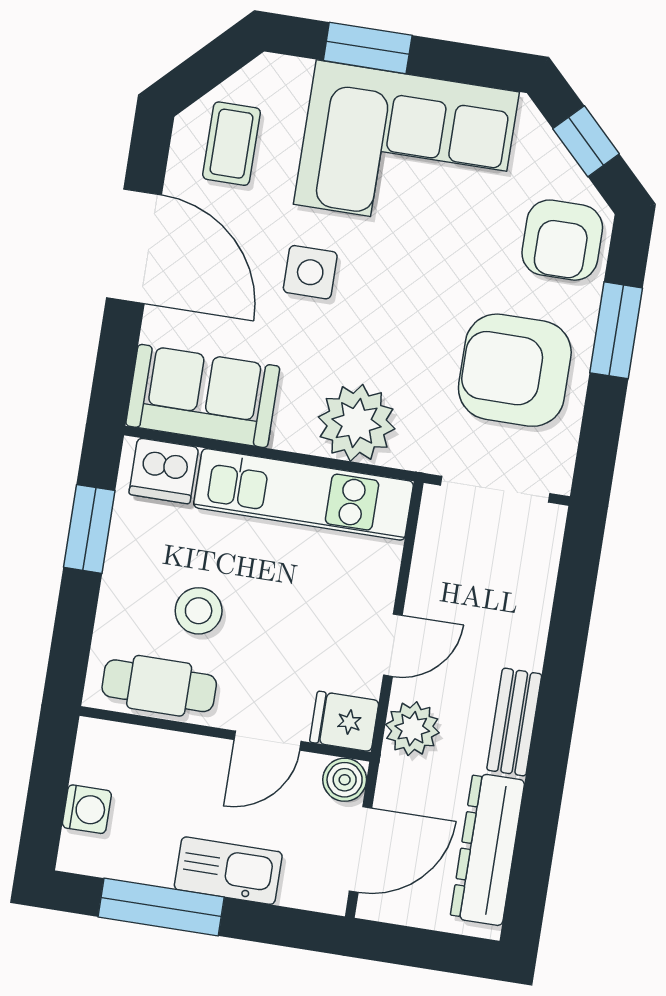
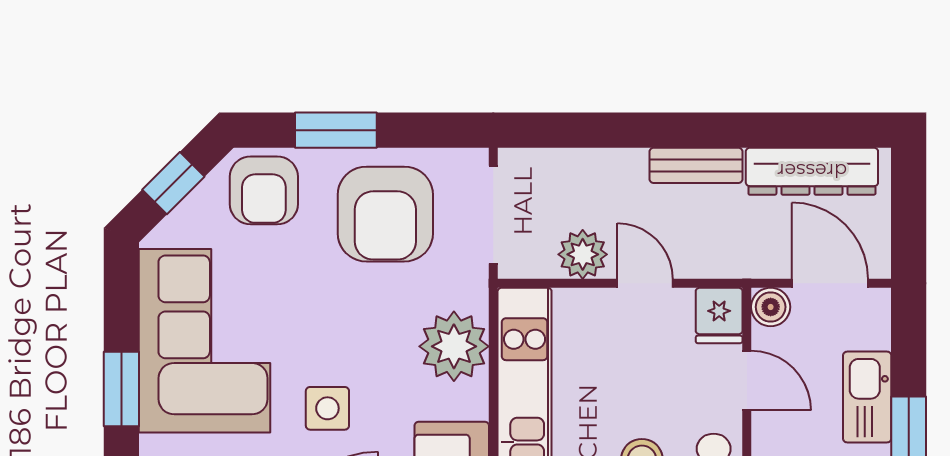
armchair: (562, 240) -> (264, 190), turned 90
plant: (412, 729) -> (583, 254), moved

